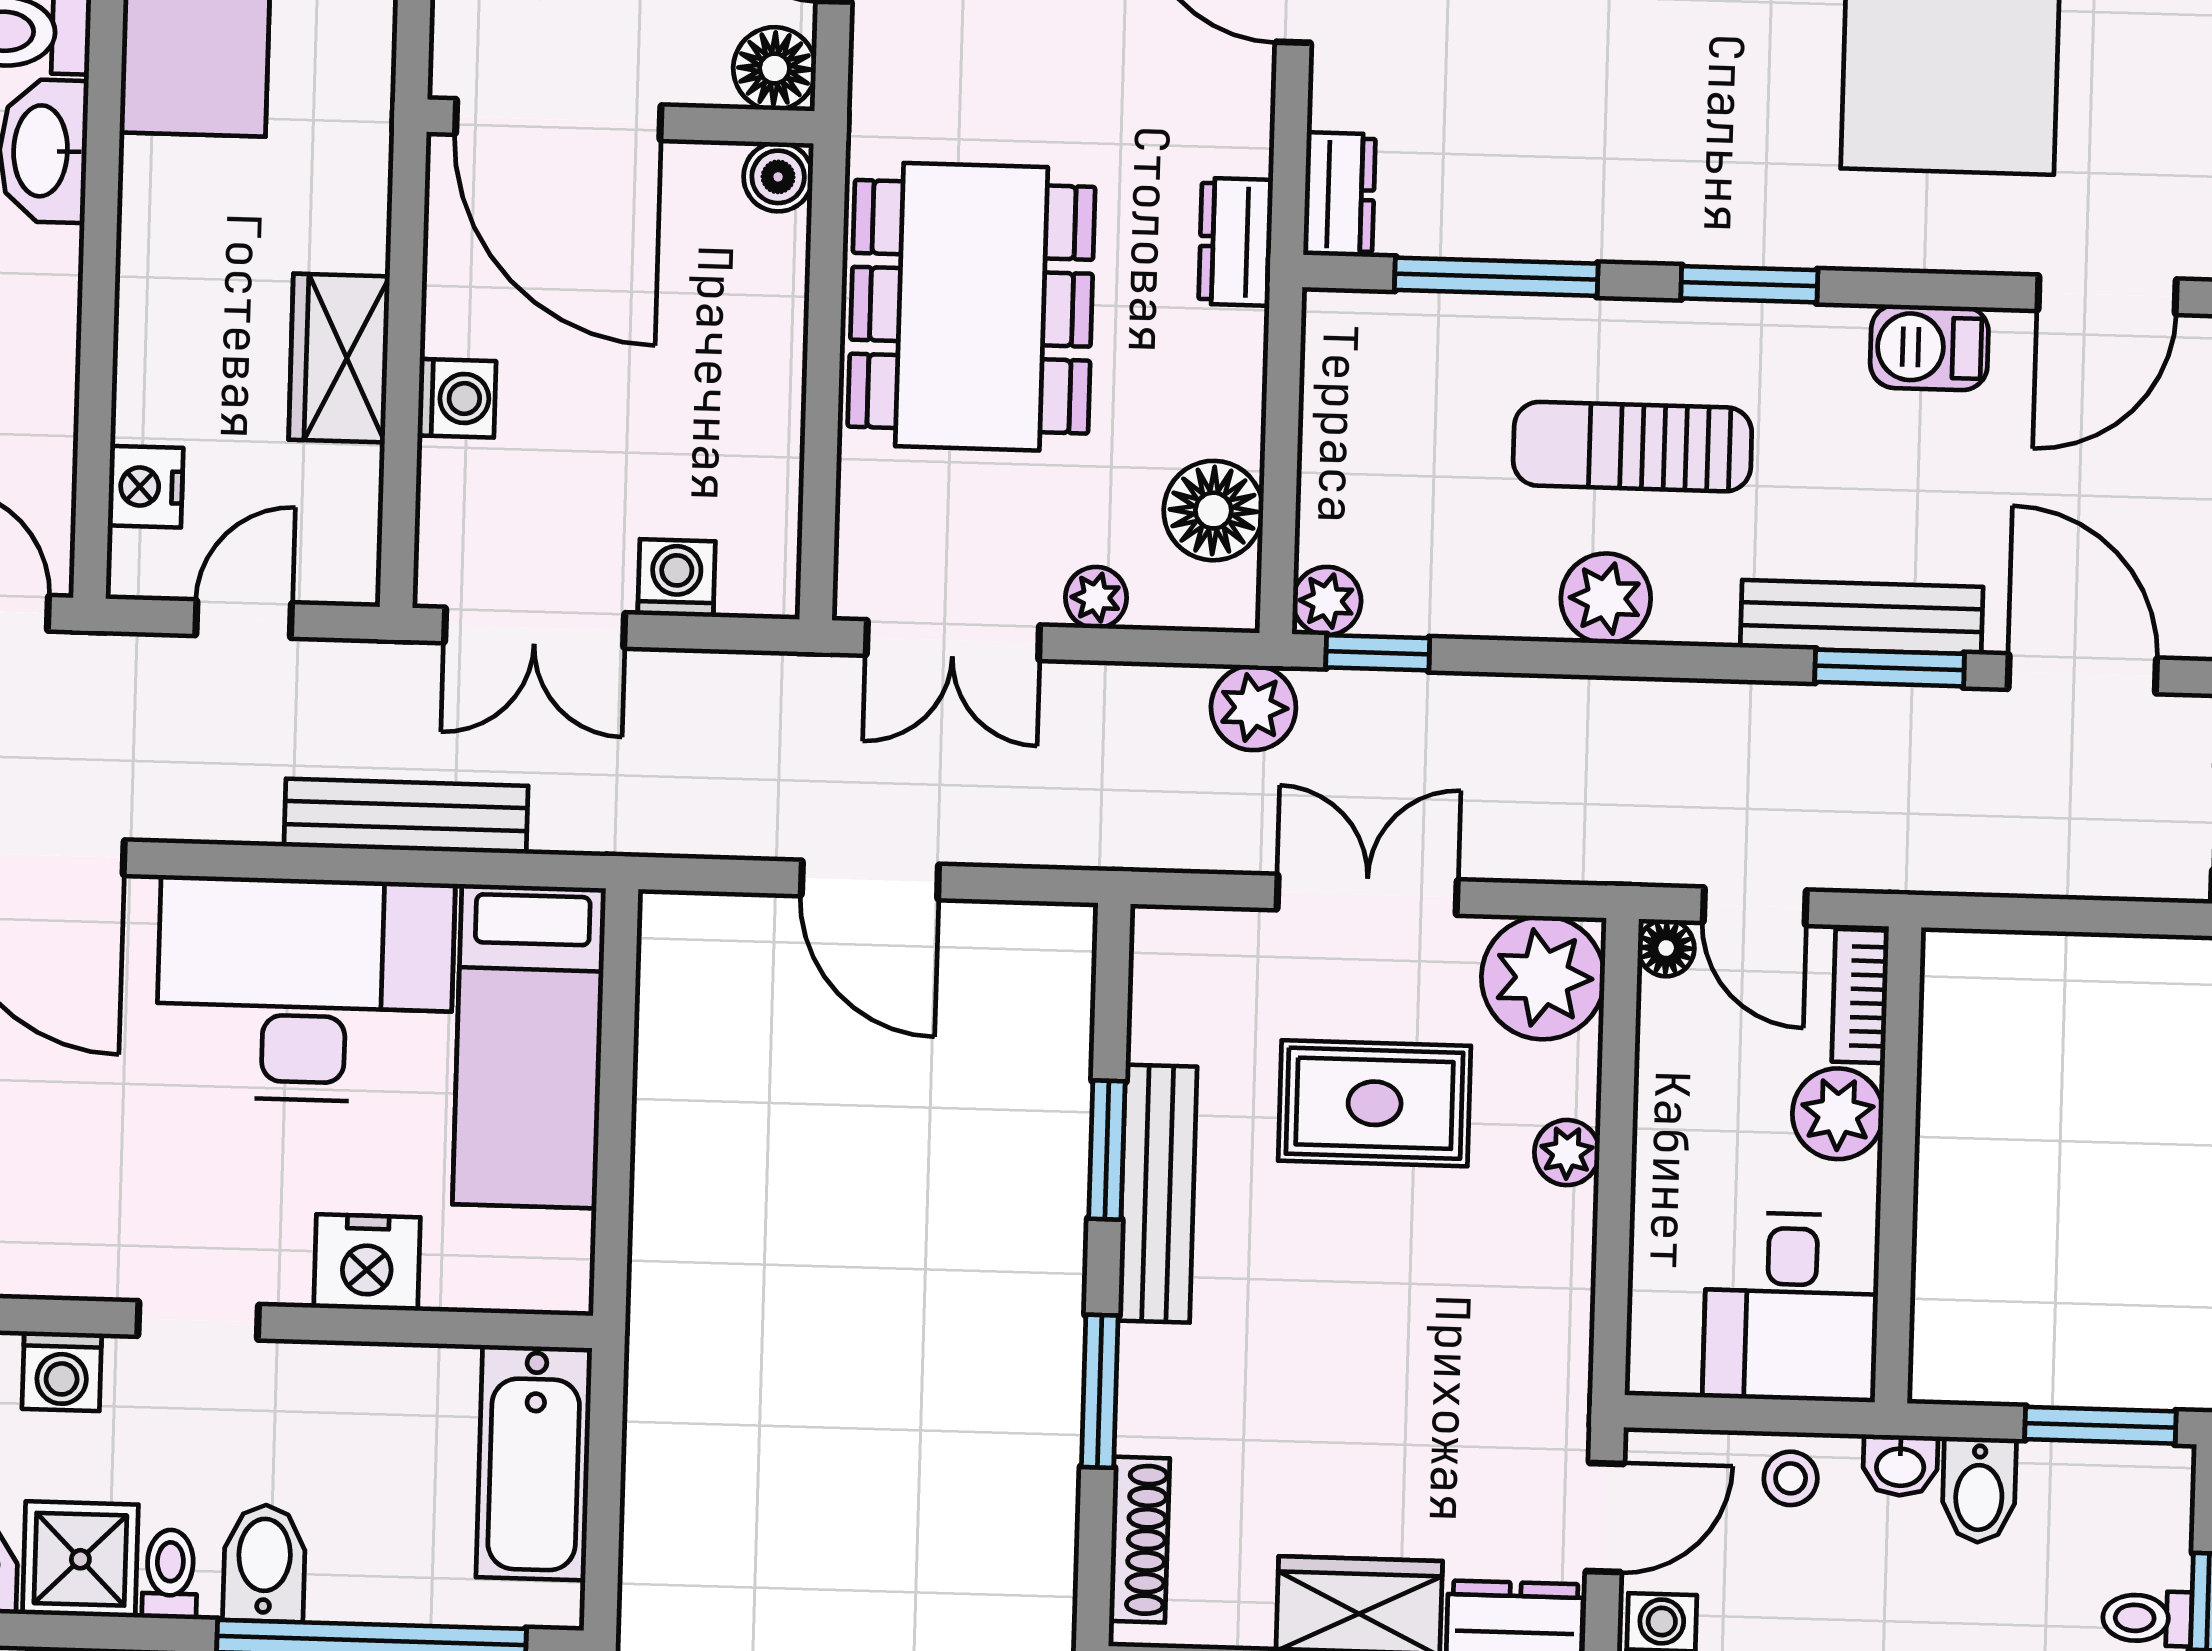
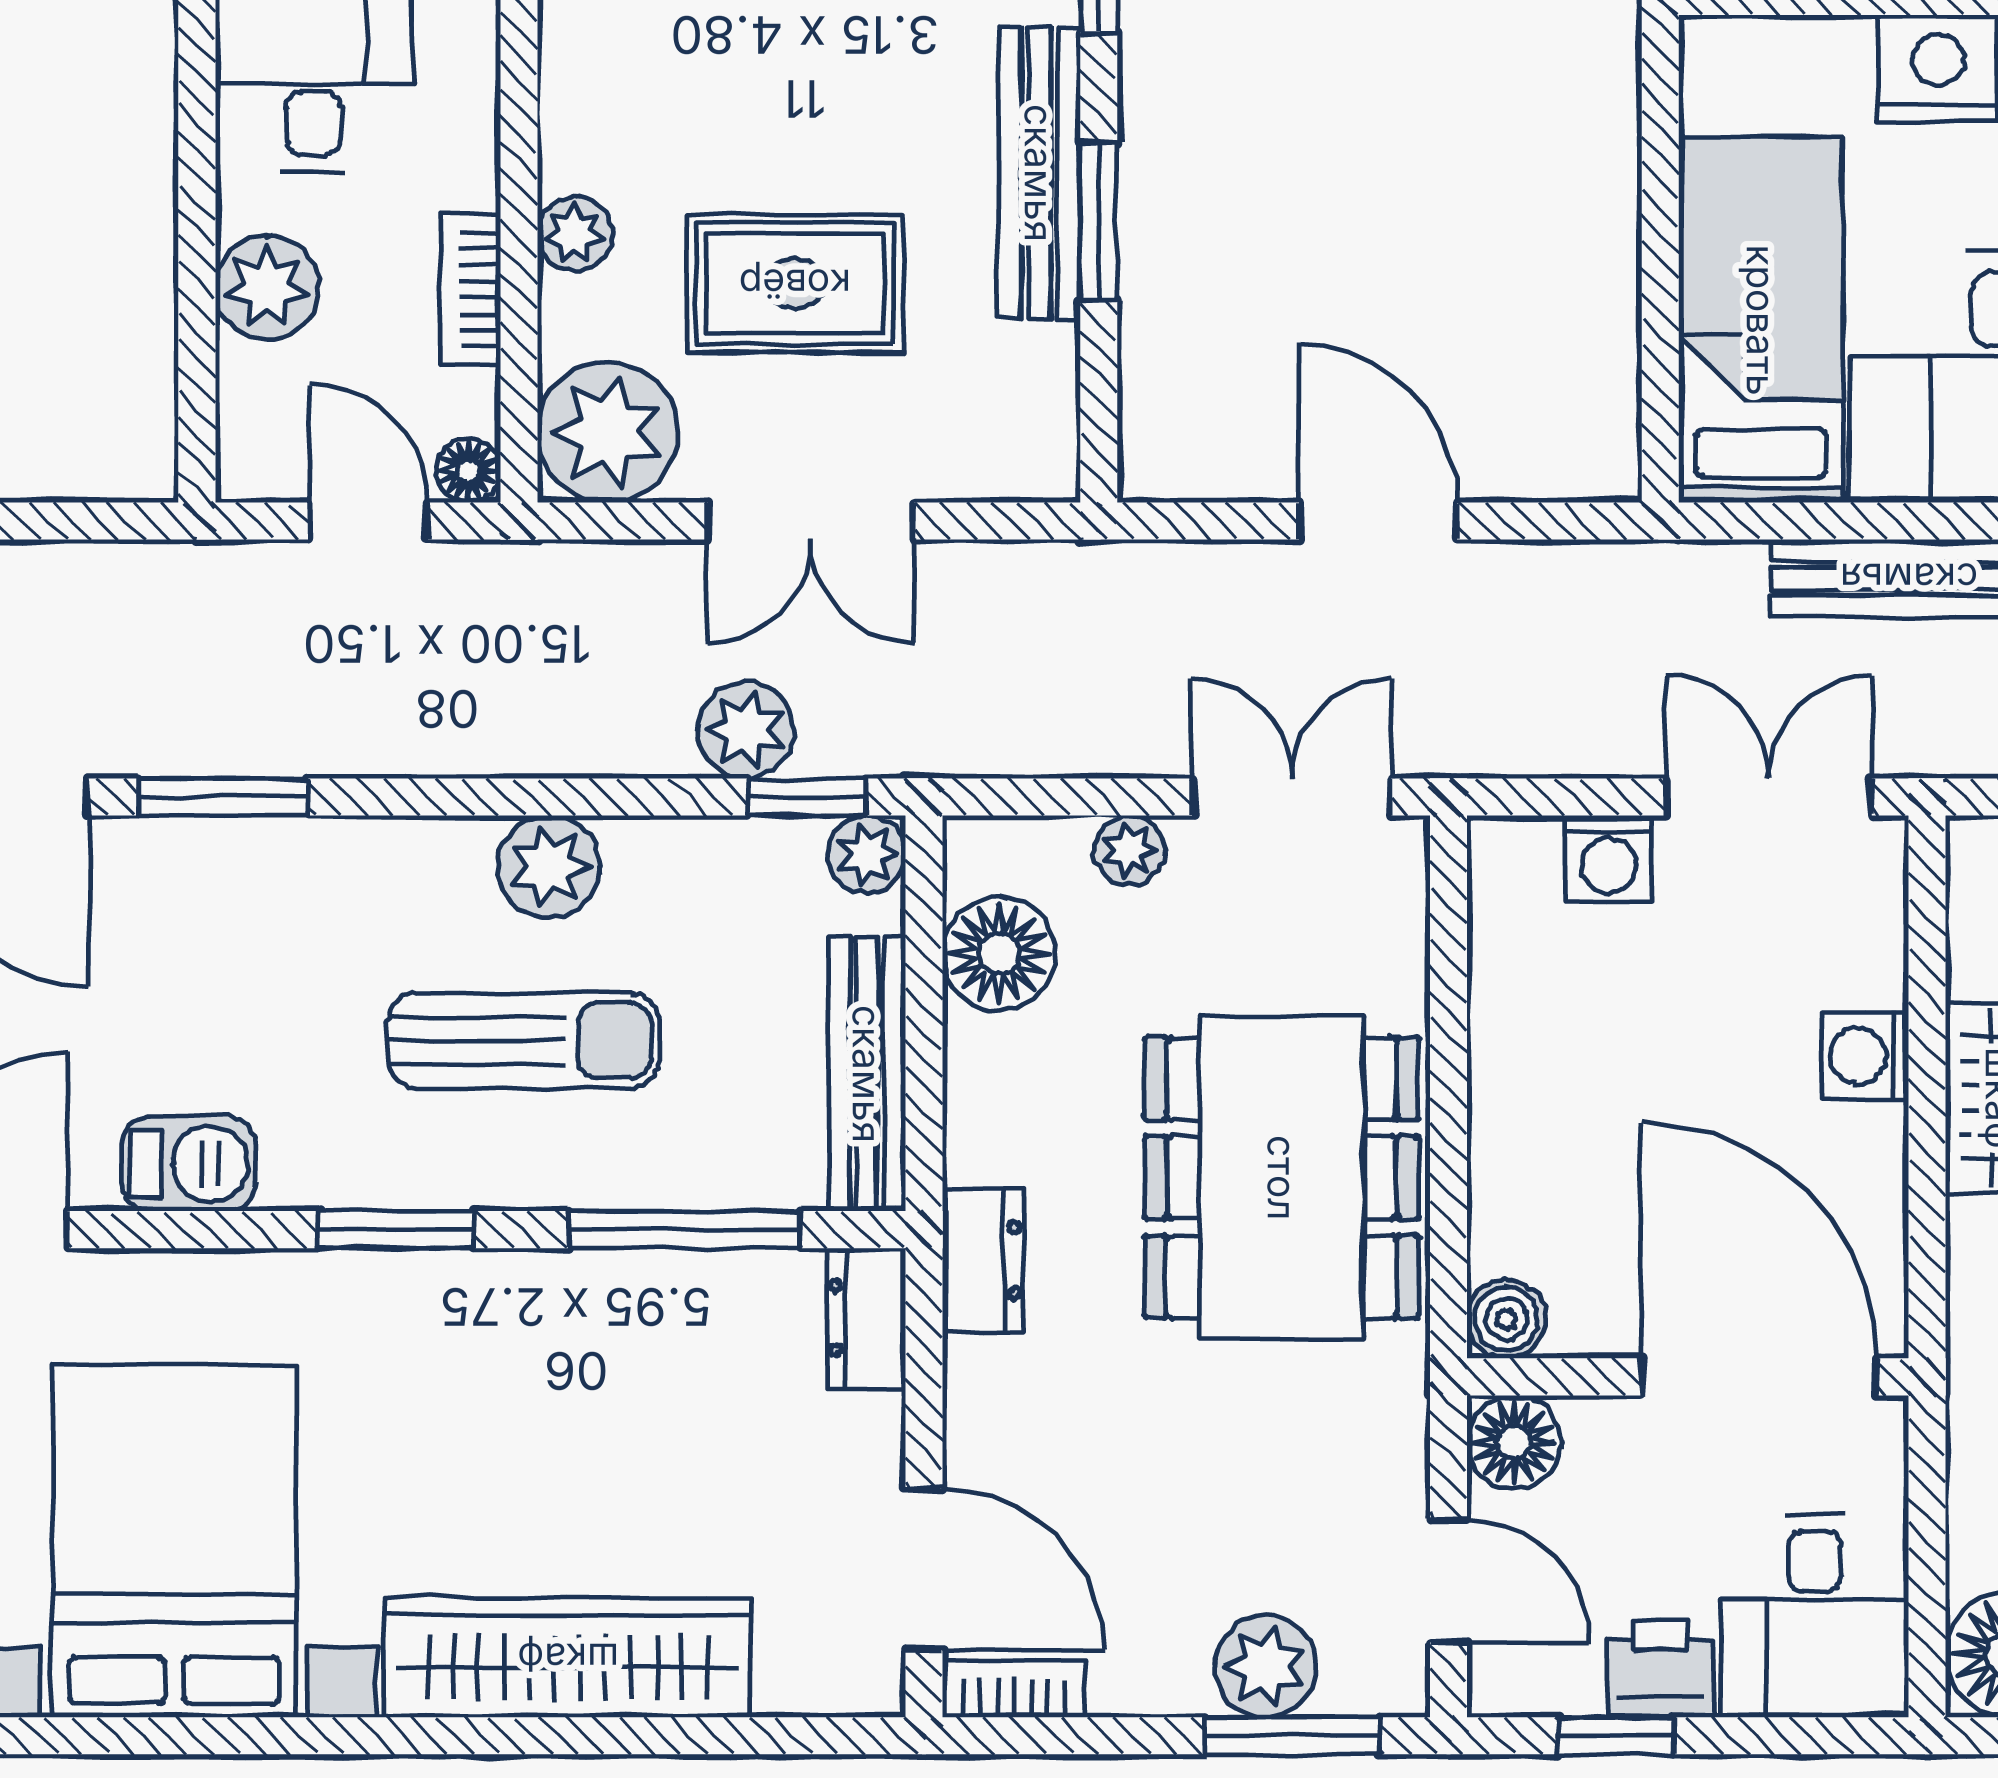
bench: (1862, 617) -> (867, 1074), moved, turned 90
plant: (1253, 708) -> (746, 730), moved
bookcase: (1860, 996) -> (470, 290), moved, turned 180

